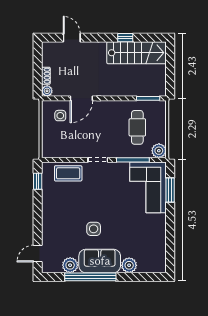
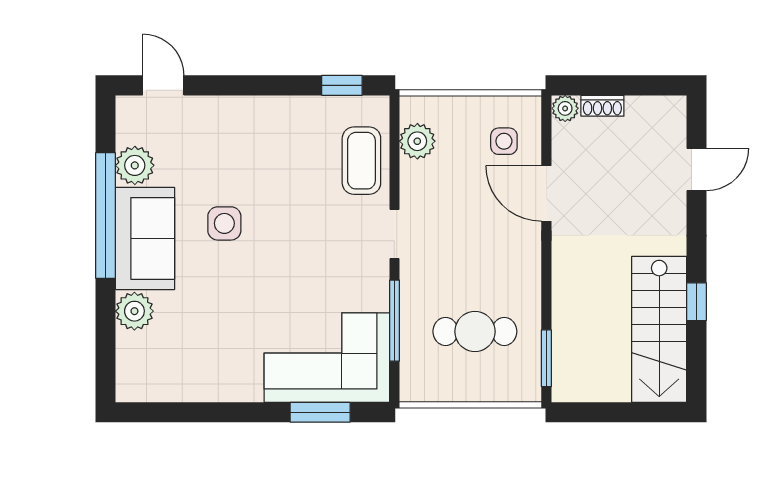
plant: (159, 151) -> (417, 141), moved

